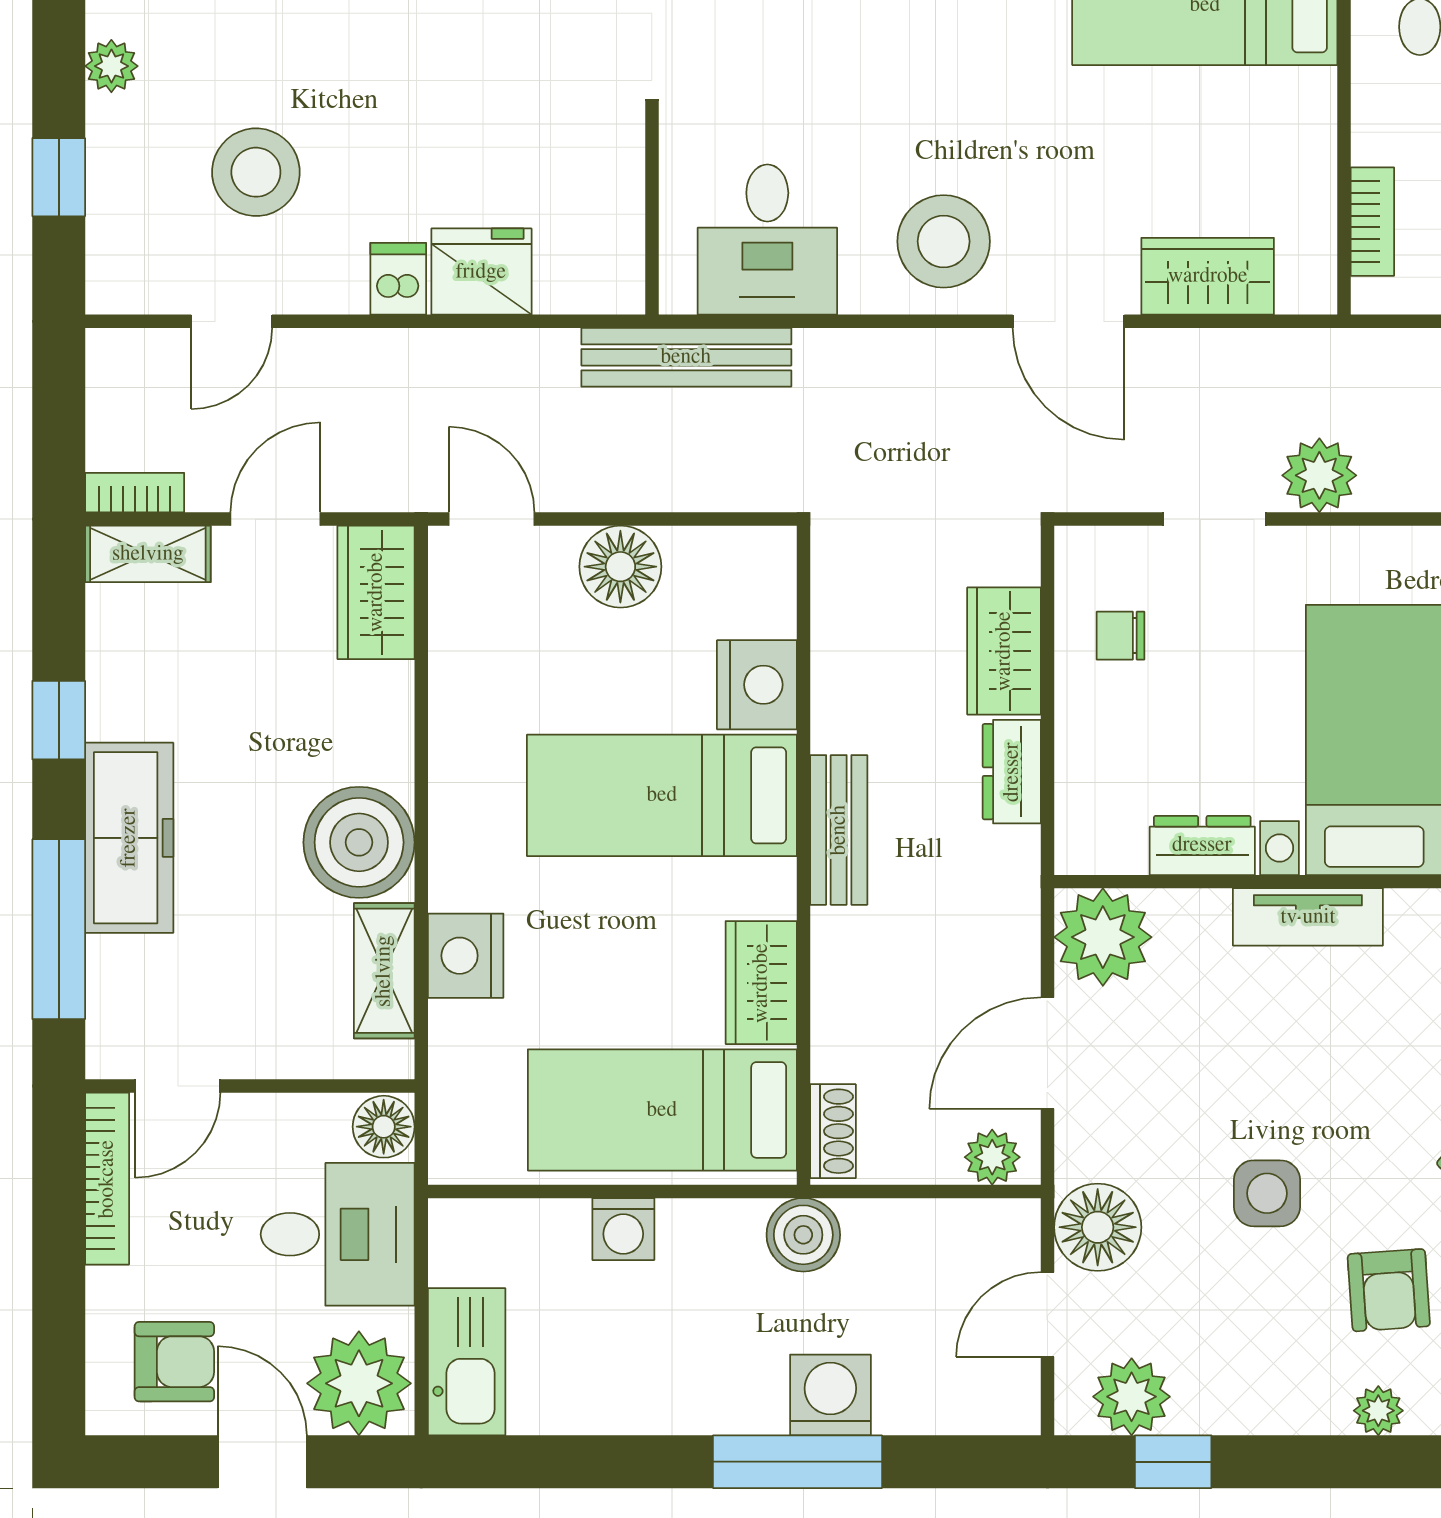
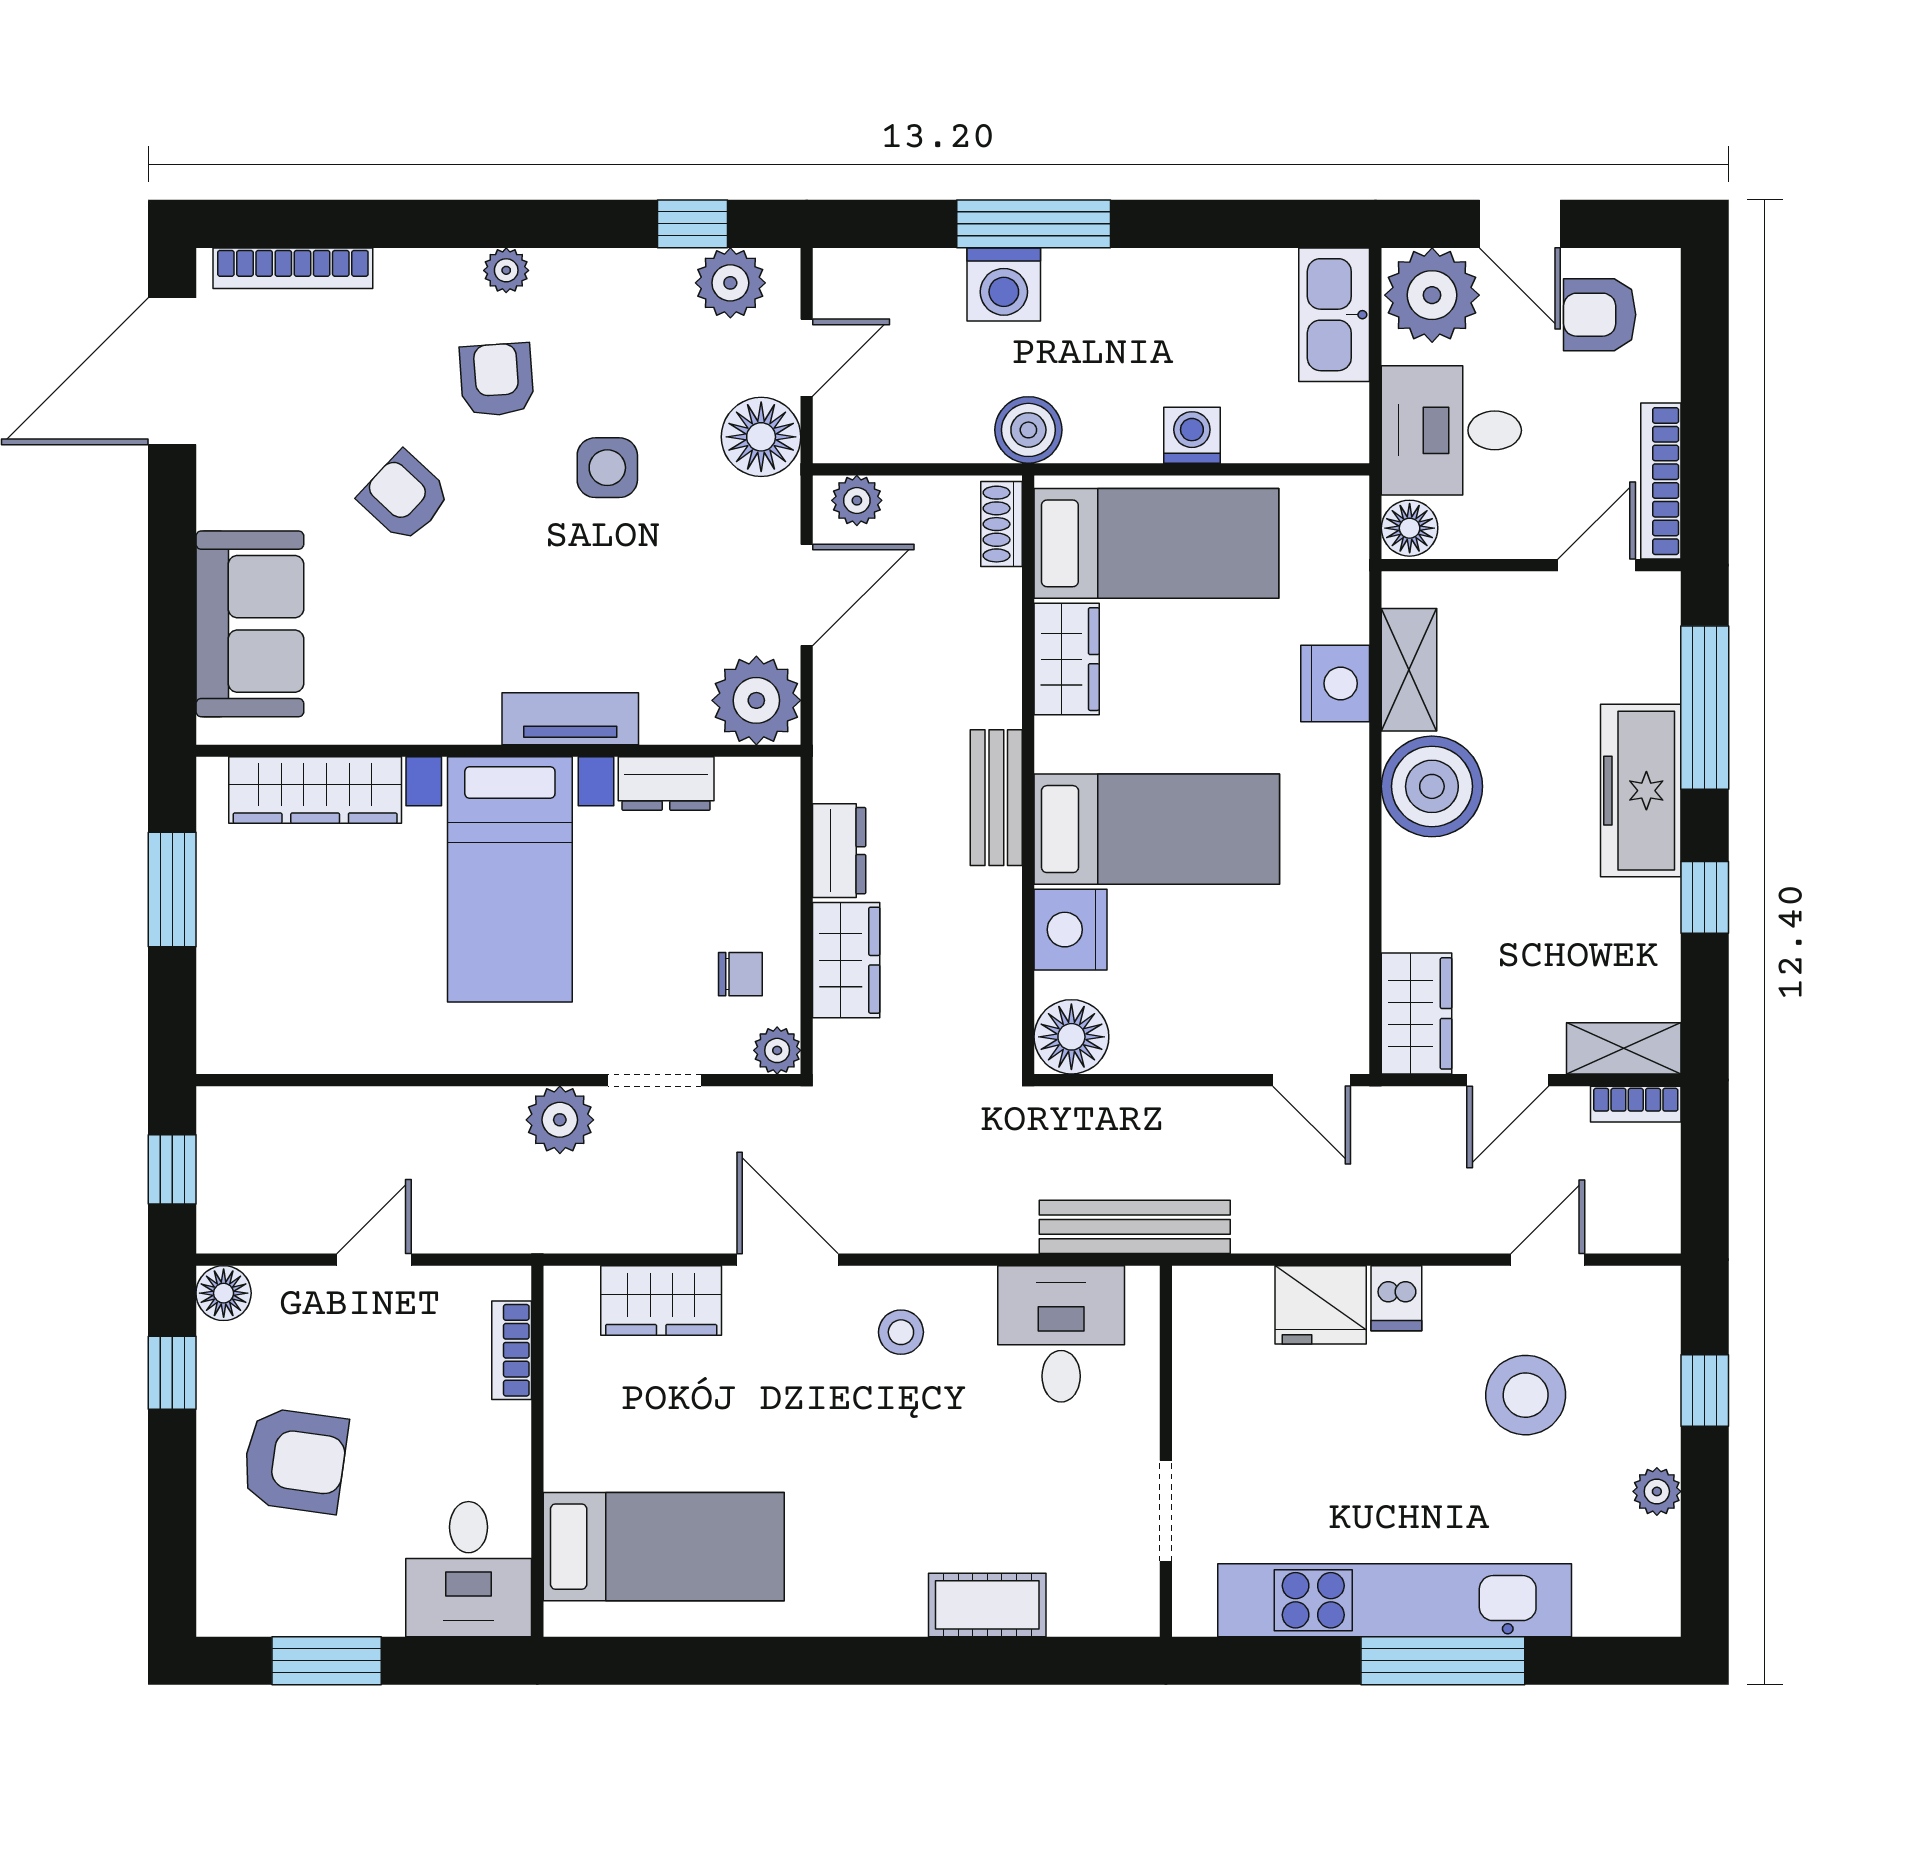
stool: (944, 241) -> (901, 1332), width x0.53, depth x0.53
plant: (1080, 552) -> (777, 1050), added
floor lamp: (620, 567) -> (1071, 1037), moved

